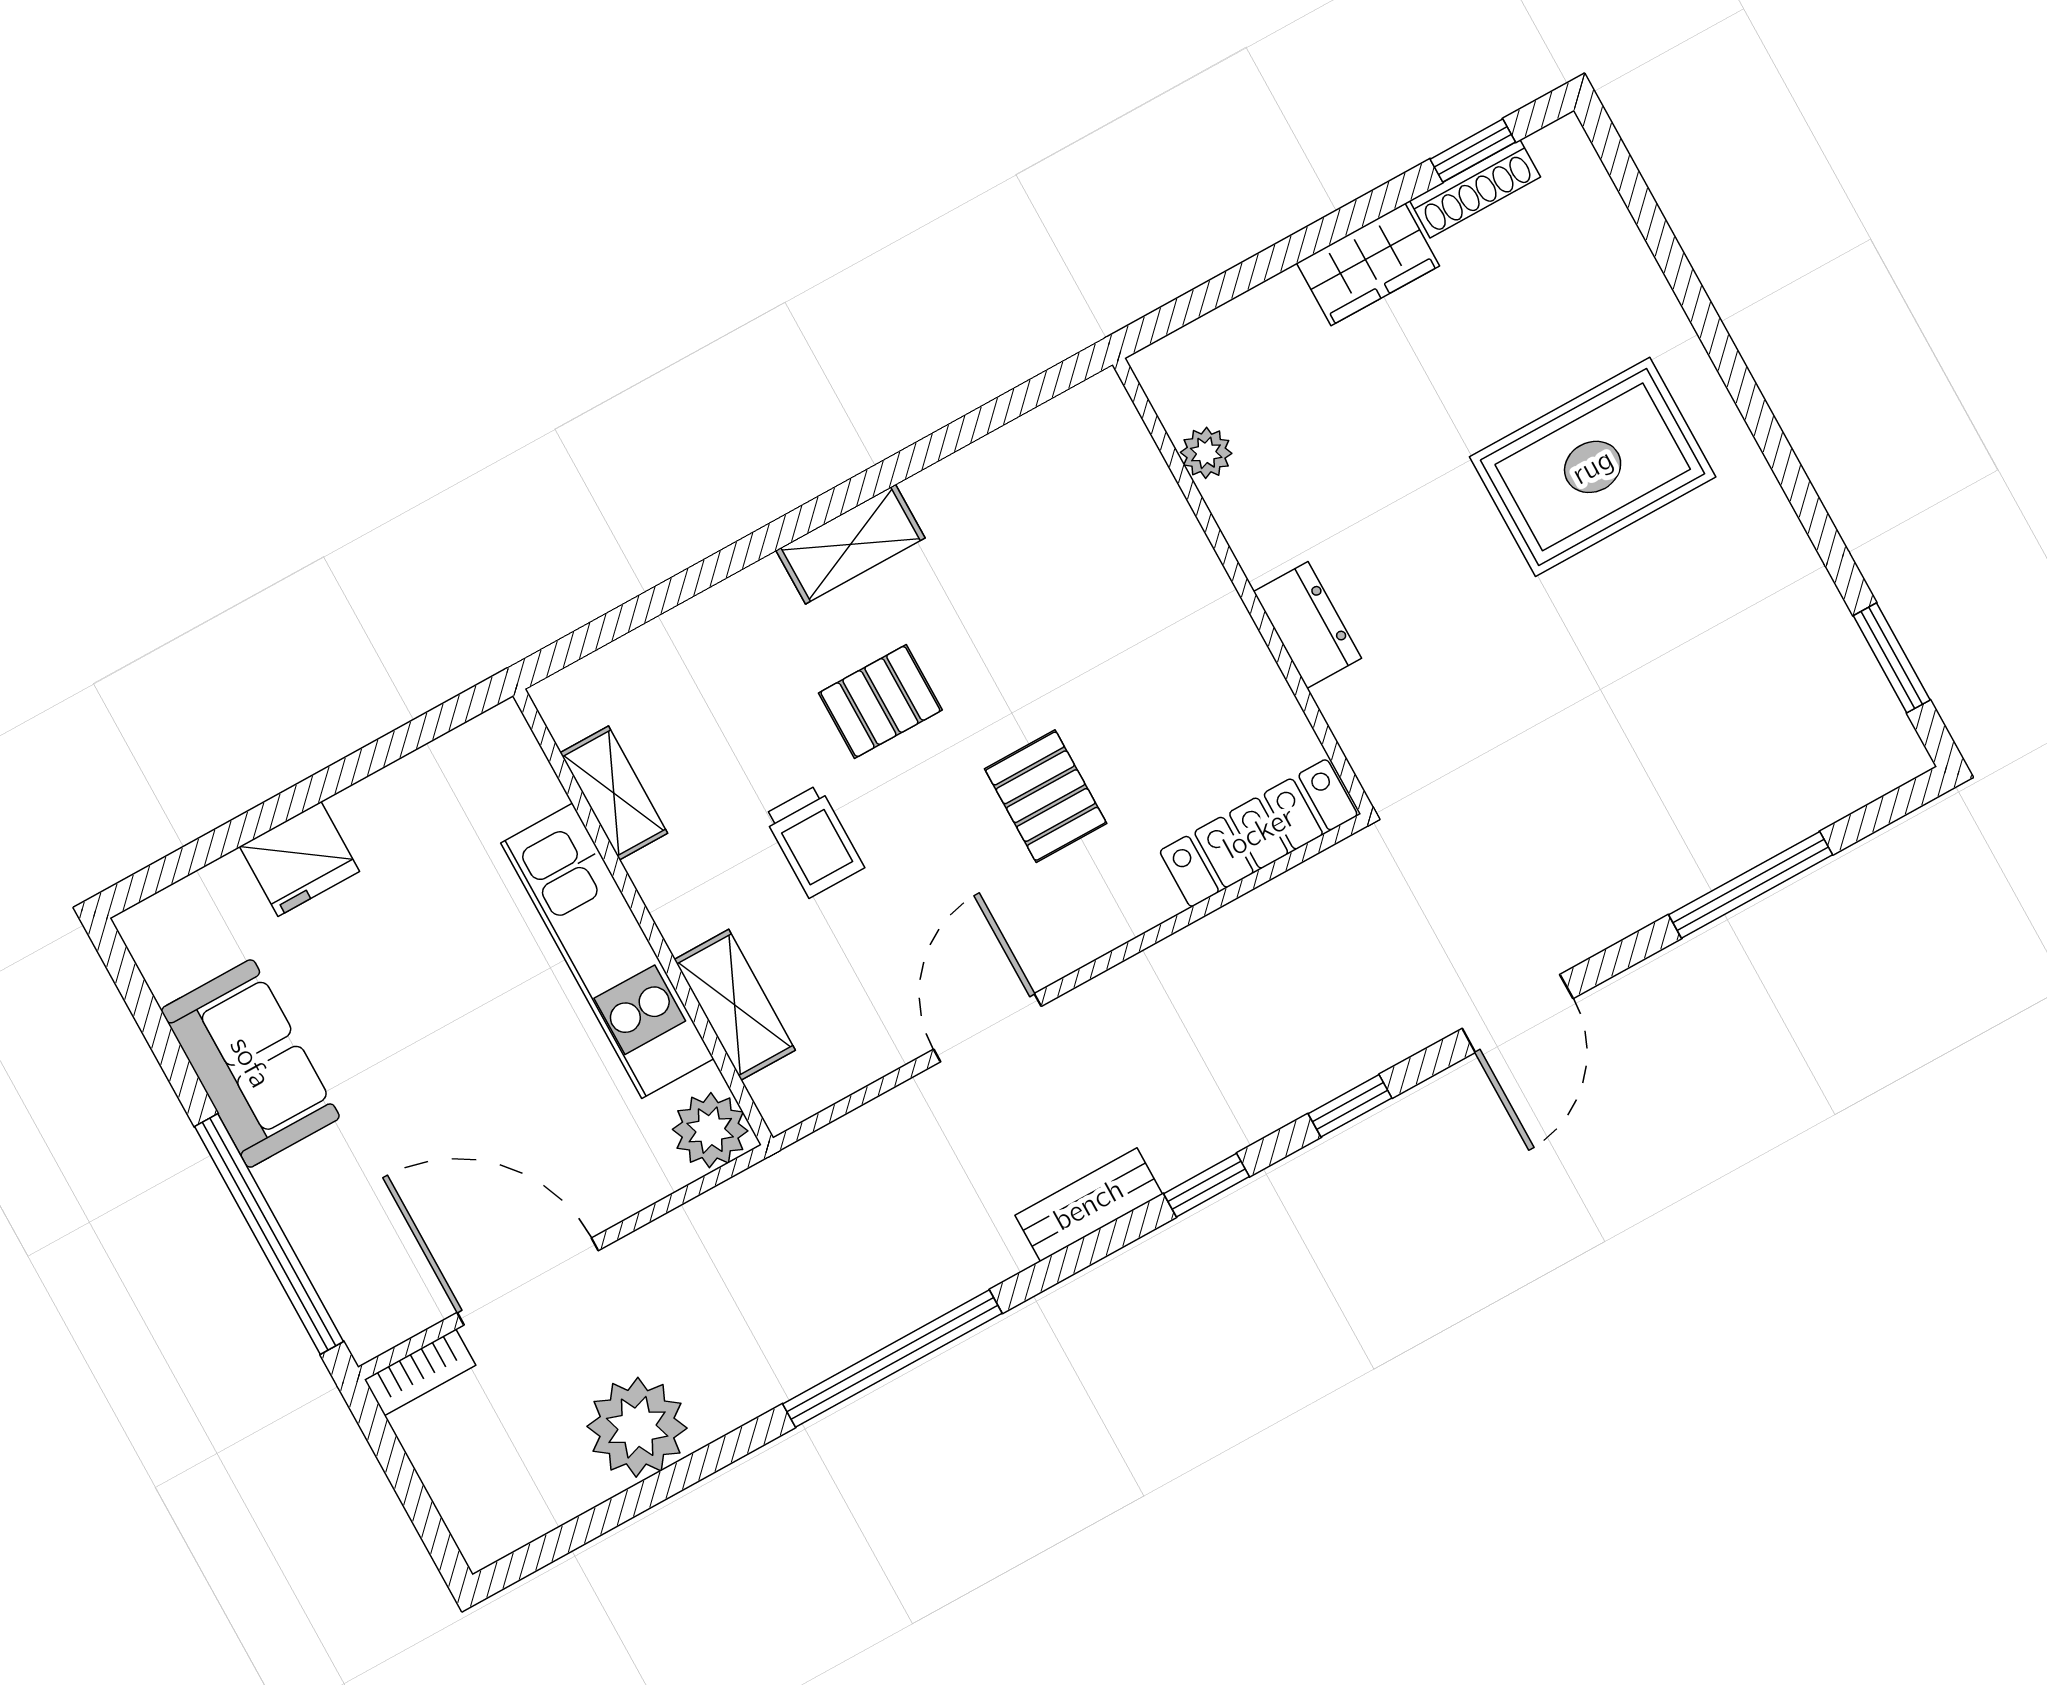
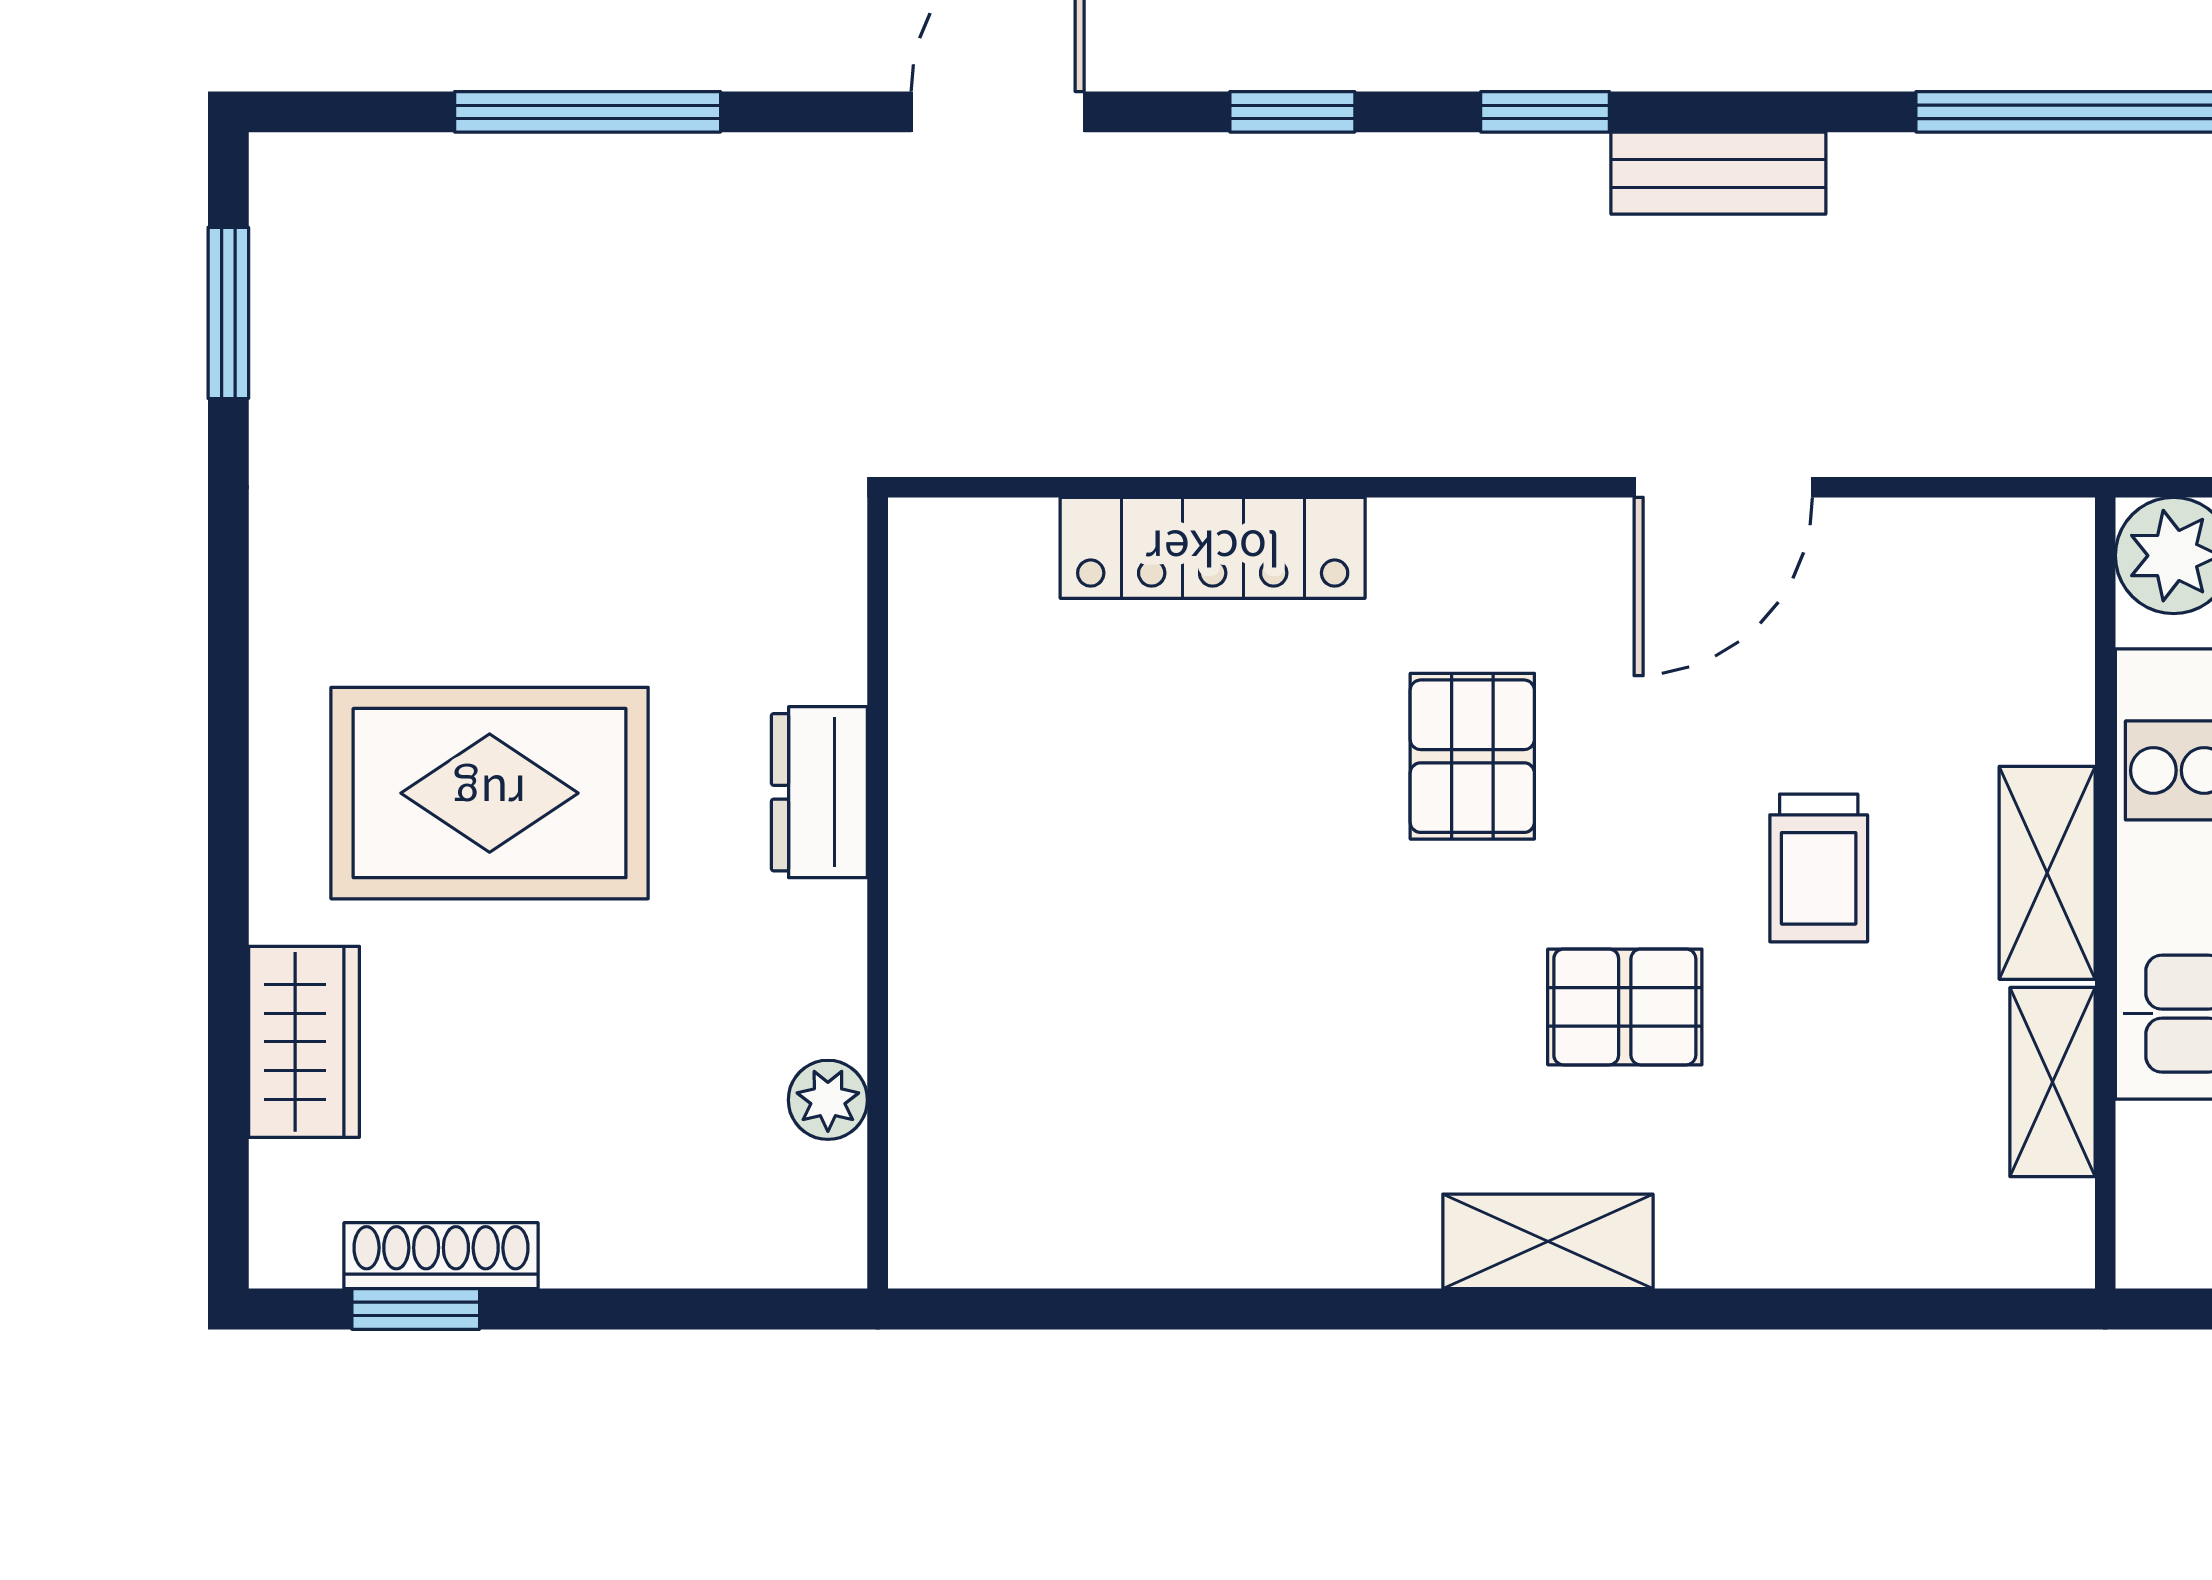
wardrobe: (1368, 264) -> (304, 1042), moved, turned 90
plant: (1206, 453) -> (828, 1100), moved
wall: (1243, 586) -> (878, 893), moved
dresser: (1307, 625) -> (819, 792), moved
trolley: (814, 841) -> (1819, 868), turned 180
shelving: (735, 1005) -> (2047, 873), moved

